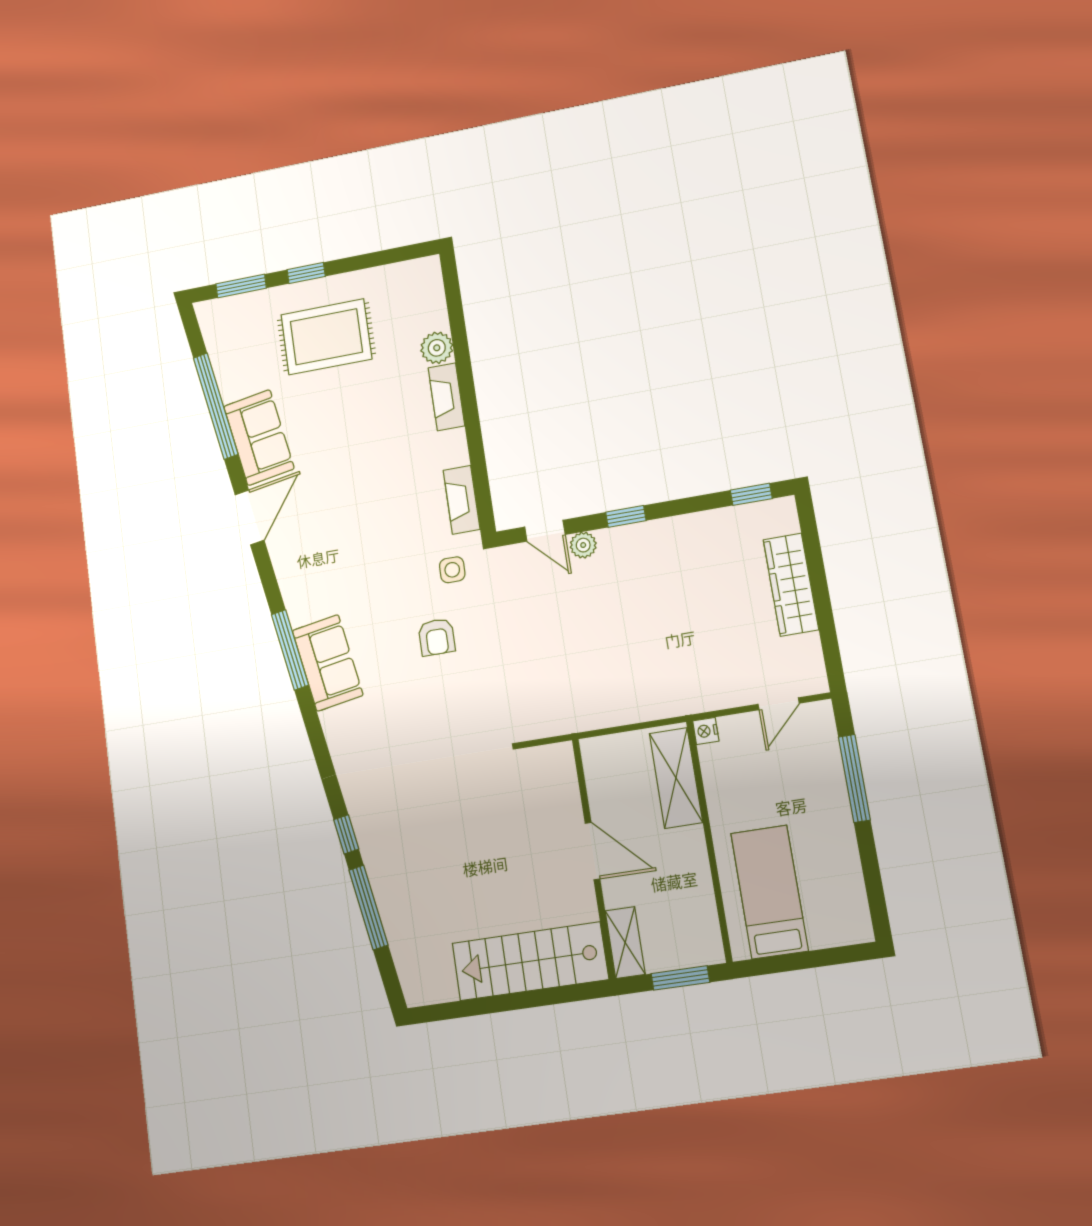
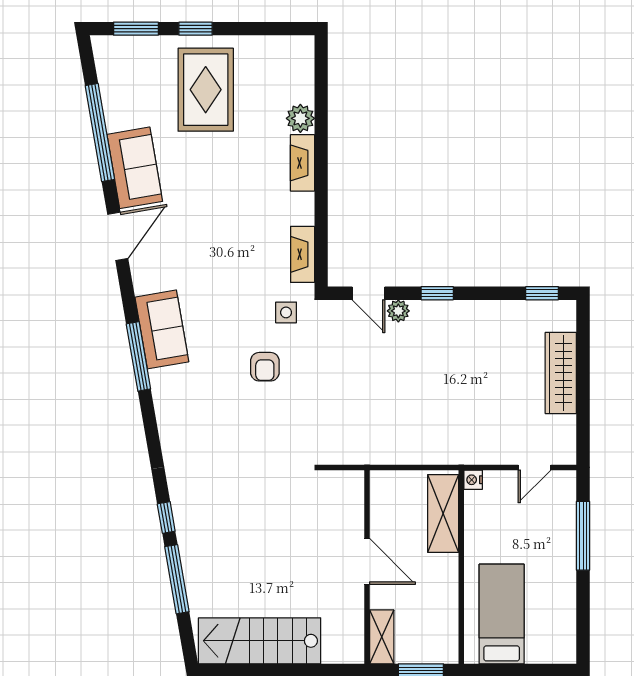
rug: (326, 337) -> (206, 90), turned 90
sofa: (328, 663) -> (162, 329), moved
stairs: (530, 961) -> (260, 641), moved

